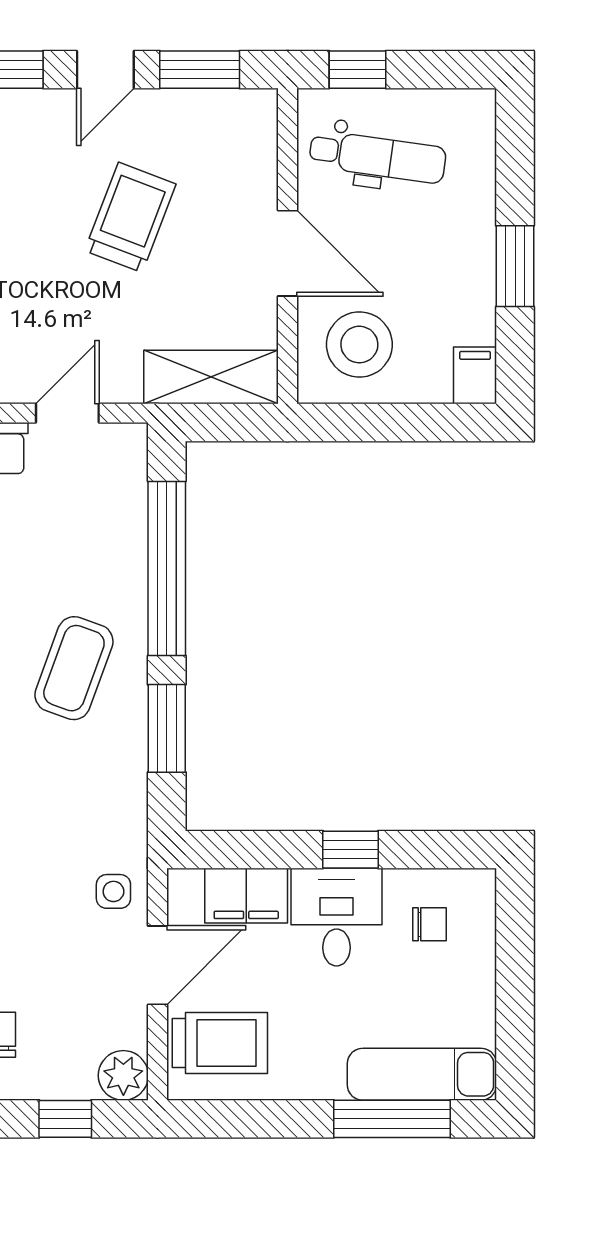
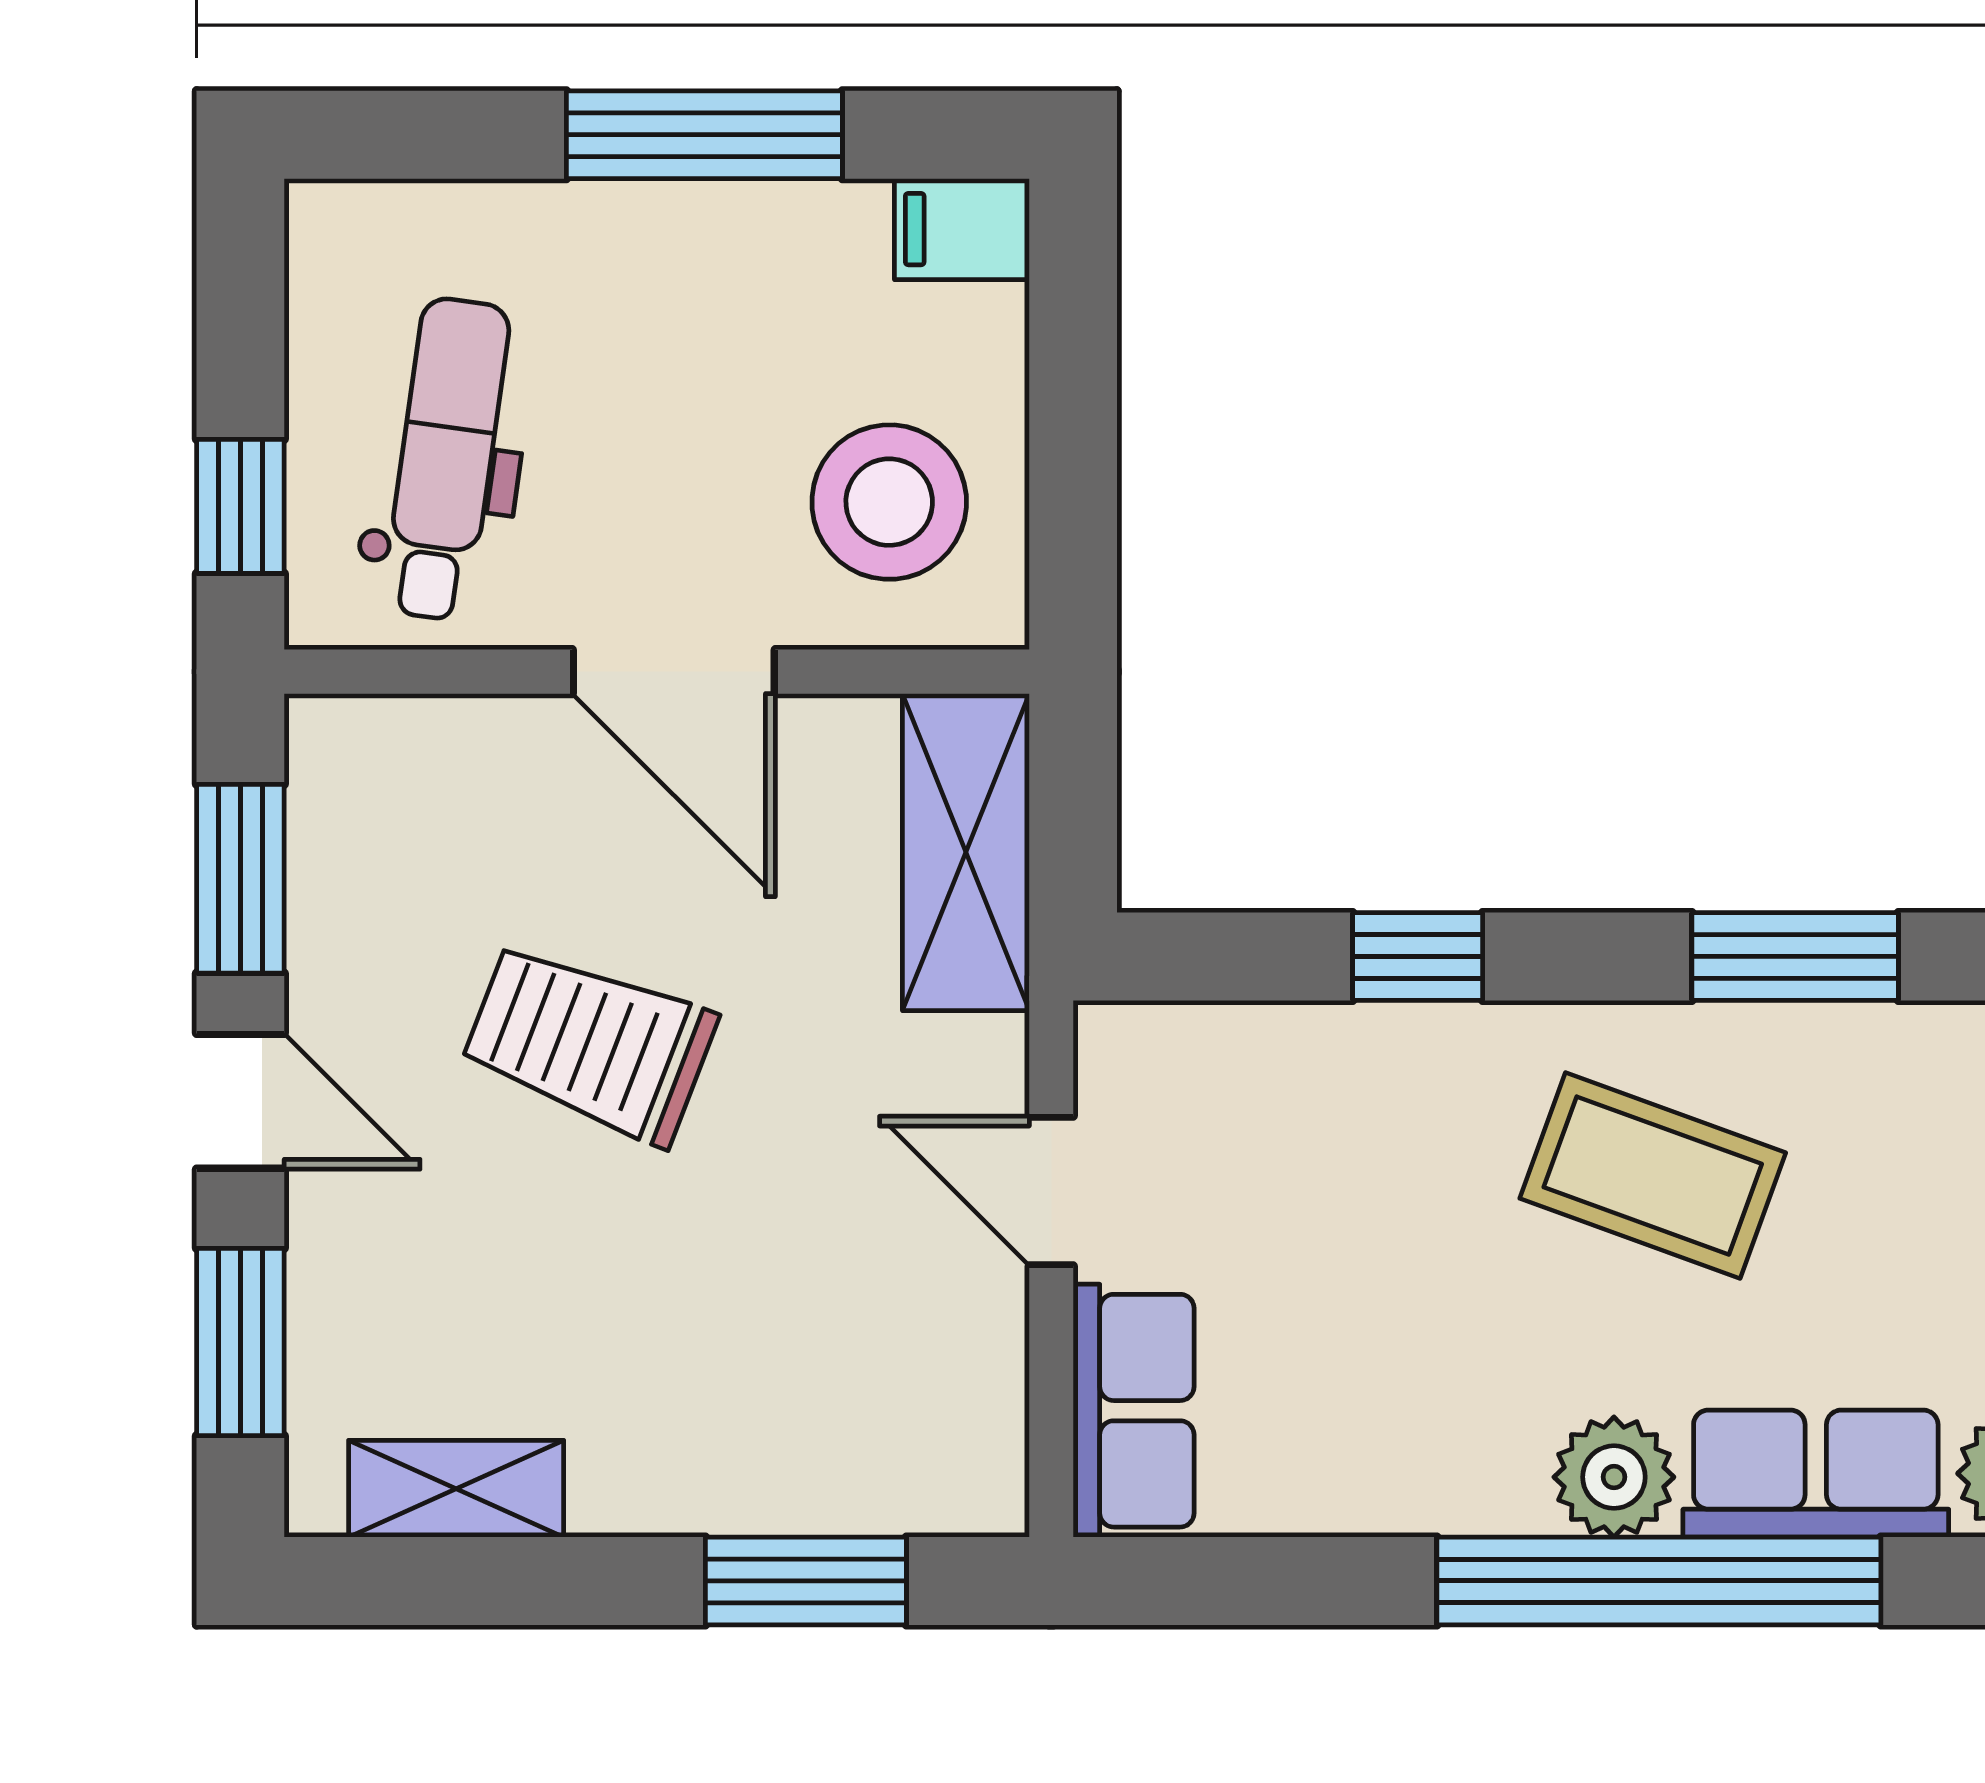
door: (288, 253) -> (674, 672), swing flipped
window: (515, 266) -> (704, 135), width x1.44
window: (167, 568) -> (1418, 956), width x0.32

